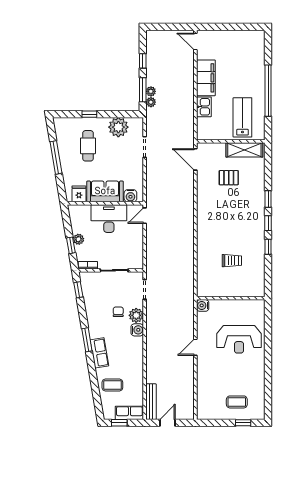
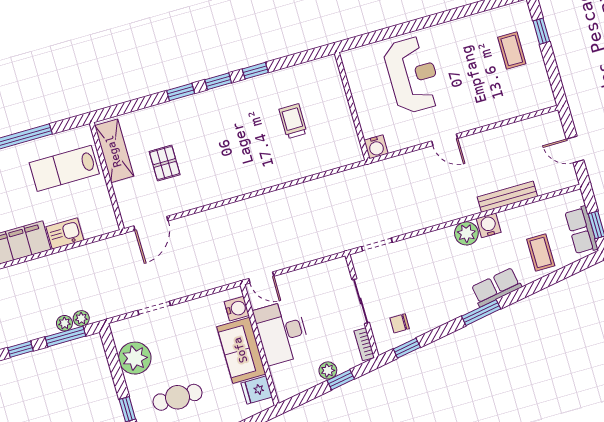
chair: (118, 312) -> (400, 323), moved
plant: (136, 315) -> (466, 233), moved
water cooler: (137, 330) -> (489, 225), moved
bench: (151, 402) -> (507, 197), moved
row of seats: (129, 413) -> (581, 230), moved

